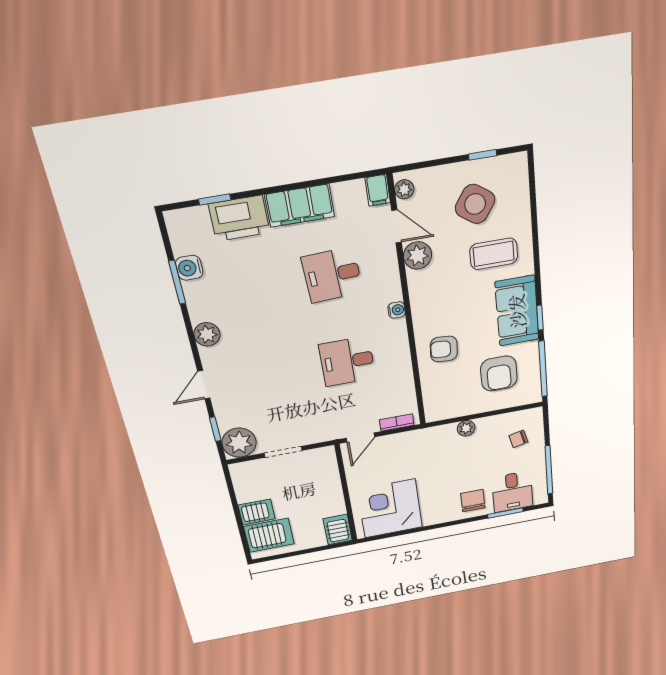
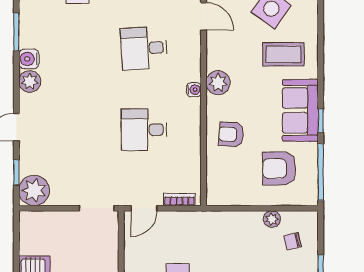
plant: (418, 255) -> (218, 83), moved
water cooler: (189, 268) -> (29, 59), moved
armchair: (499, 373) -> (279, 168), turned 90
plant: (466, 428) -> (272, 219), moved
doorway: (283, 452) -> (97, 208), moved

